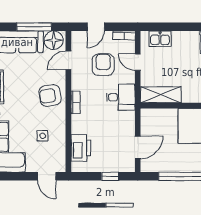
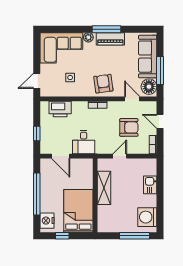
kitchen sink: (160, 39) -> (150, 185), moved
door: (138, 62) -> (120, 156), moved
shelving: (161, 95) -> (104, 188), moved
desk: (121, 97) -> (84, 142), moved

